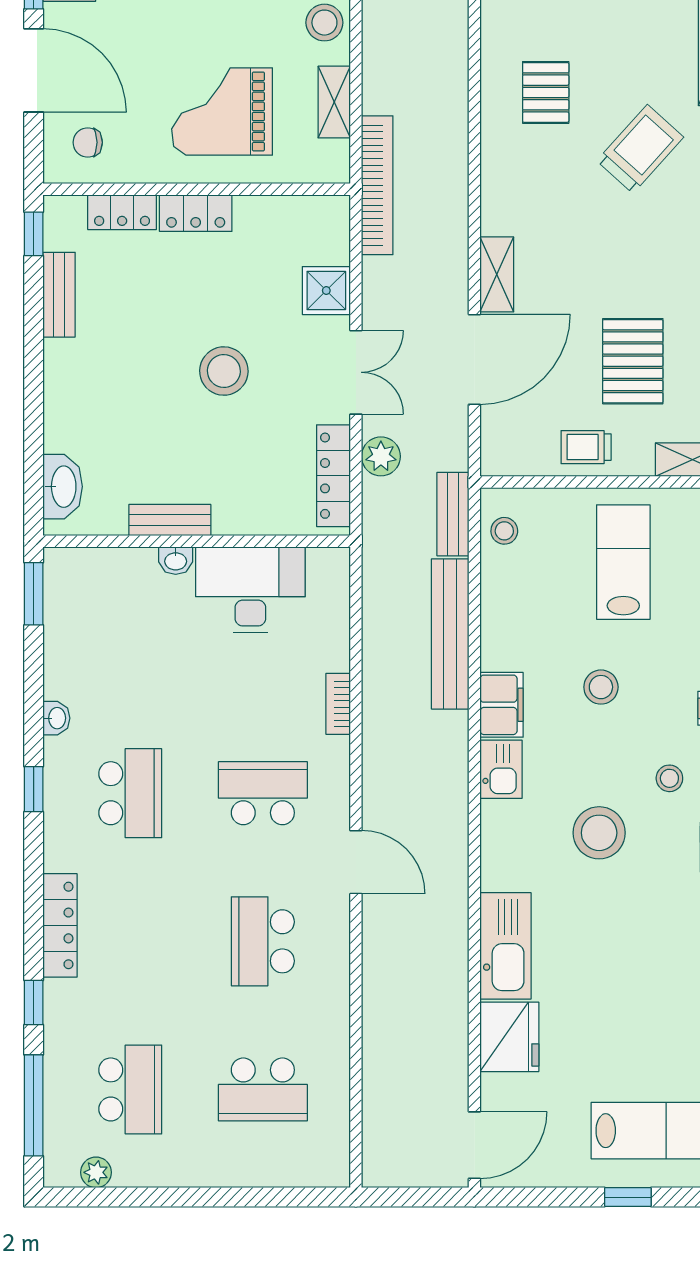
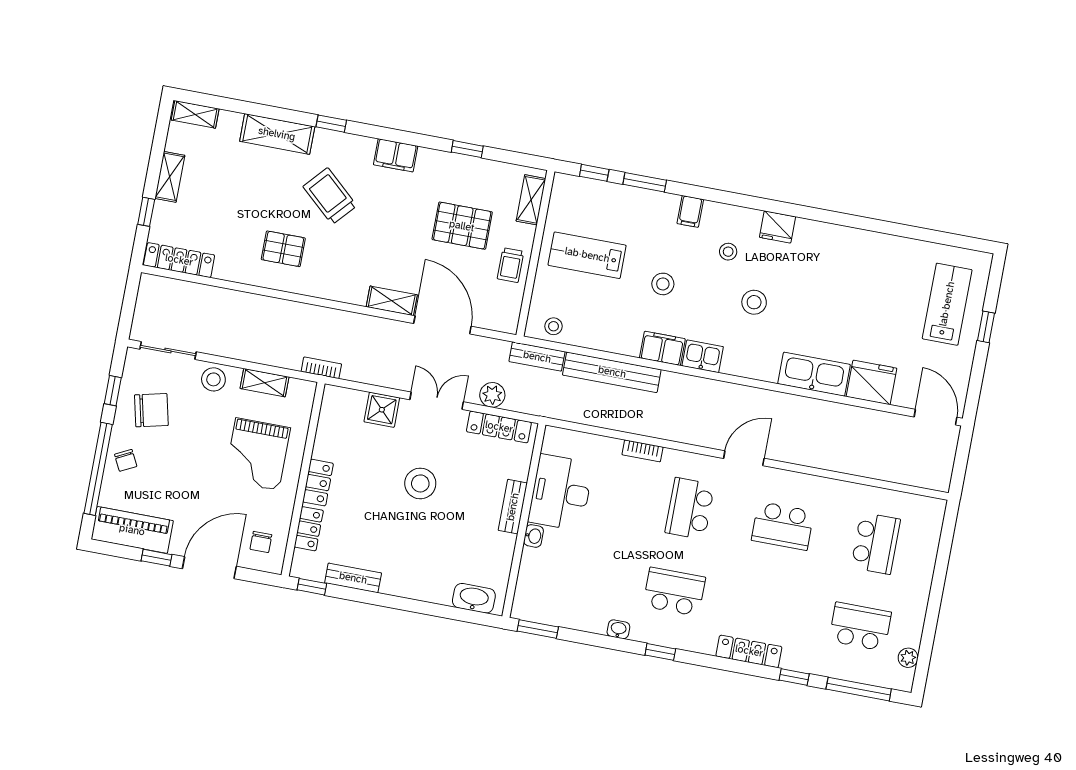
bookcase: (377, 185) -> (321, 368), width x0.43, depth x0.76
bench: (170, 520) -> (513, 507), moved
stool: (599, 833) -> (754, 302), width x0.73, depth x0.73

